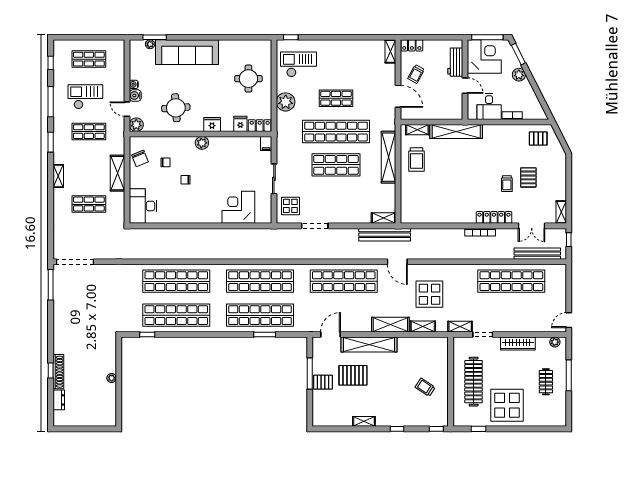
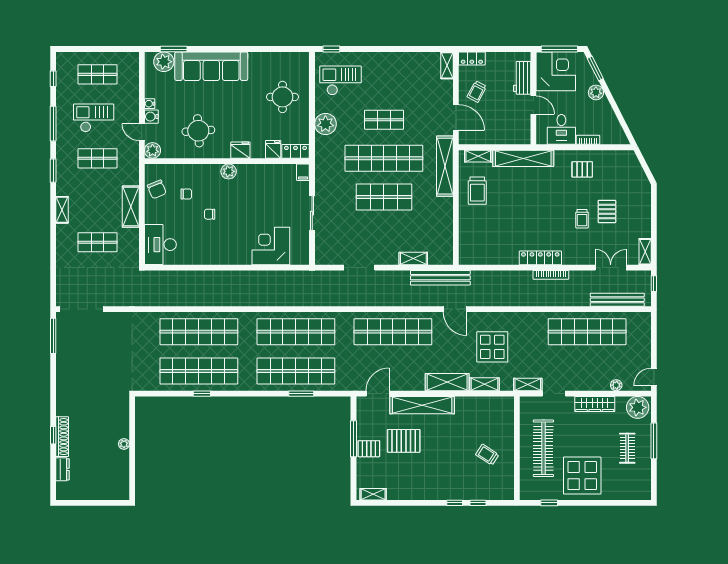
plant: (150, 44) -> (164, 62), width x1.87, depth x1.87
pallet: (538, 138) -> (582, 169), moved
shelving: (389, 157) -> (445, 166), moved
display table: (290, 206) -> (331, 245), removed
locker: (494, 217) -> (540, 258), moved
shelving: (384, 218) -> (413, 259), moved
double door: (532, 226) -> (611, 268), swing flipped
plant: (536, 327) -> (616, 385), added
window: (147, 335) -> (202, 394), moved
plant: (555, 342) -> (638, 407), width x1.88, depth x1.88
shelving: (364, 421) -> (373, 494), moved
window: (436, 429) -> (478, 503), moved

